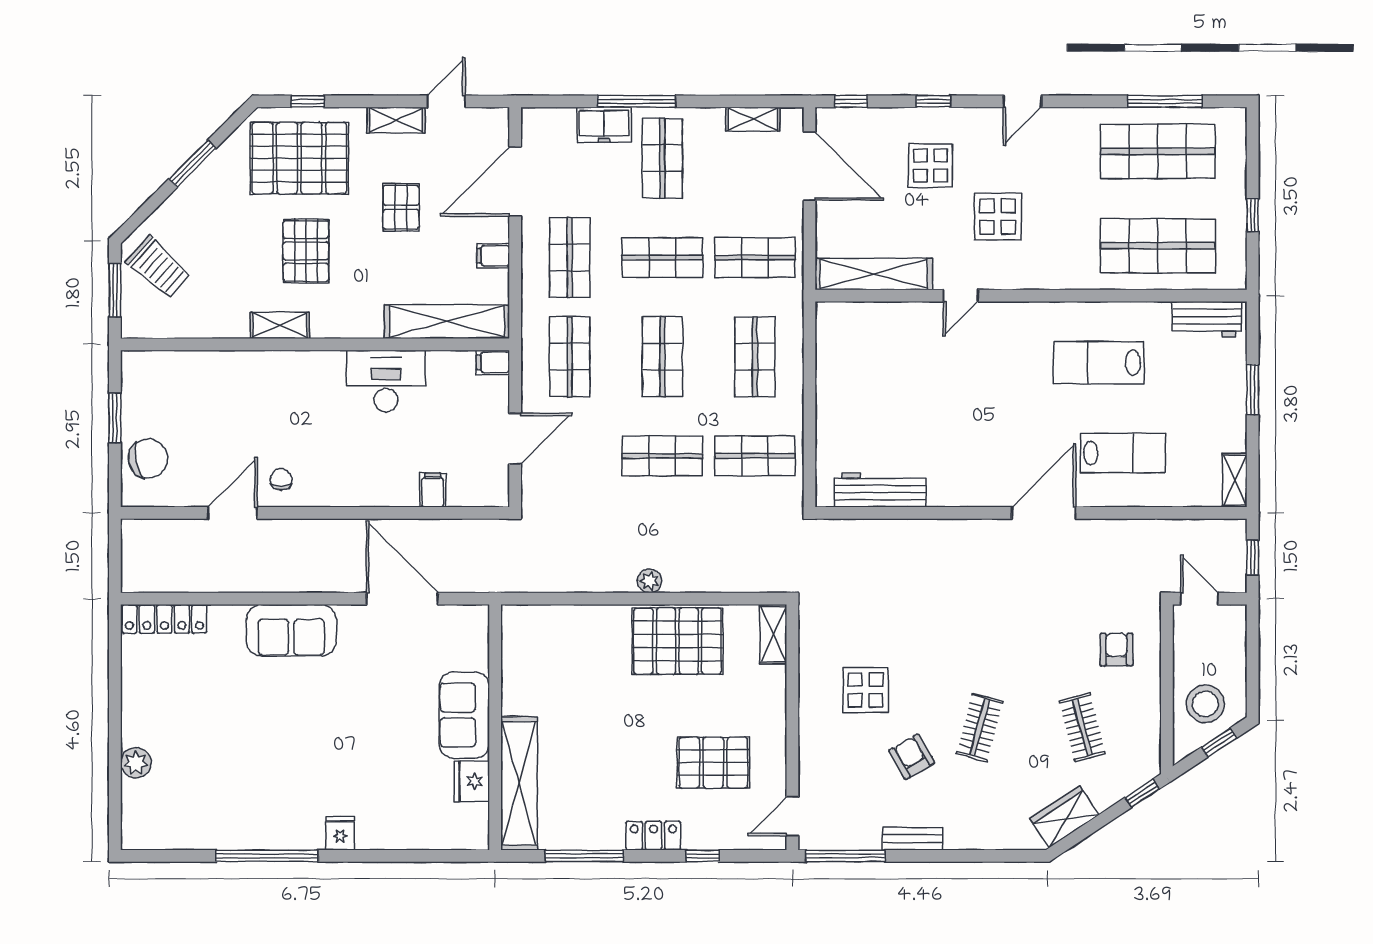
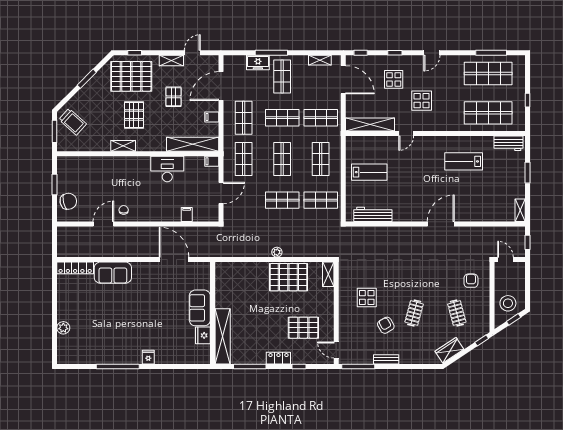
lab bench: (1123, 453) -> (369, 172), moved
sofa: (291, 630) -> (113, 273), moved
door: (792, 816) -> (336, 350), hinge flipped

